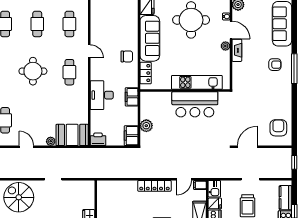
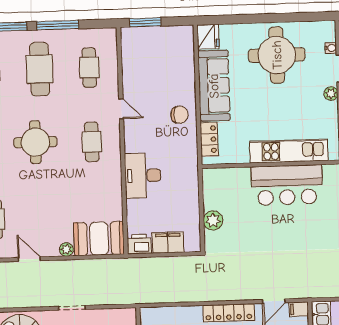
cafe table: (37, 24) -> (40, 69), width x1.37, depth x1.35
filing cabinet: (132, 97) -> (189, 177), removed
filing cabinet: (131, 136) -> (168, 242), moved, turned 90

